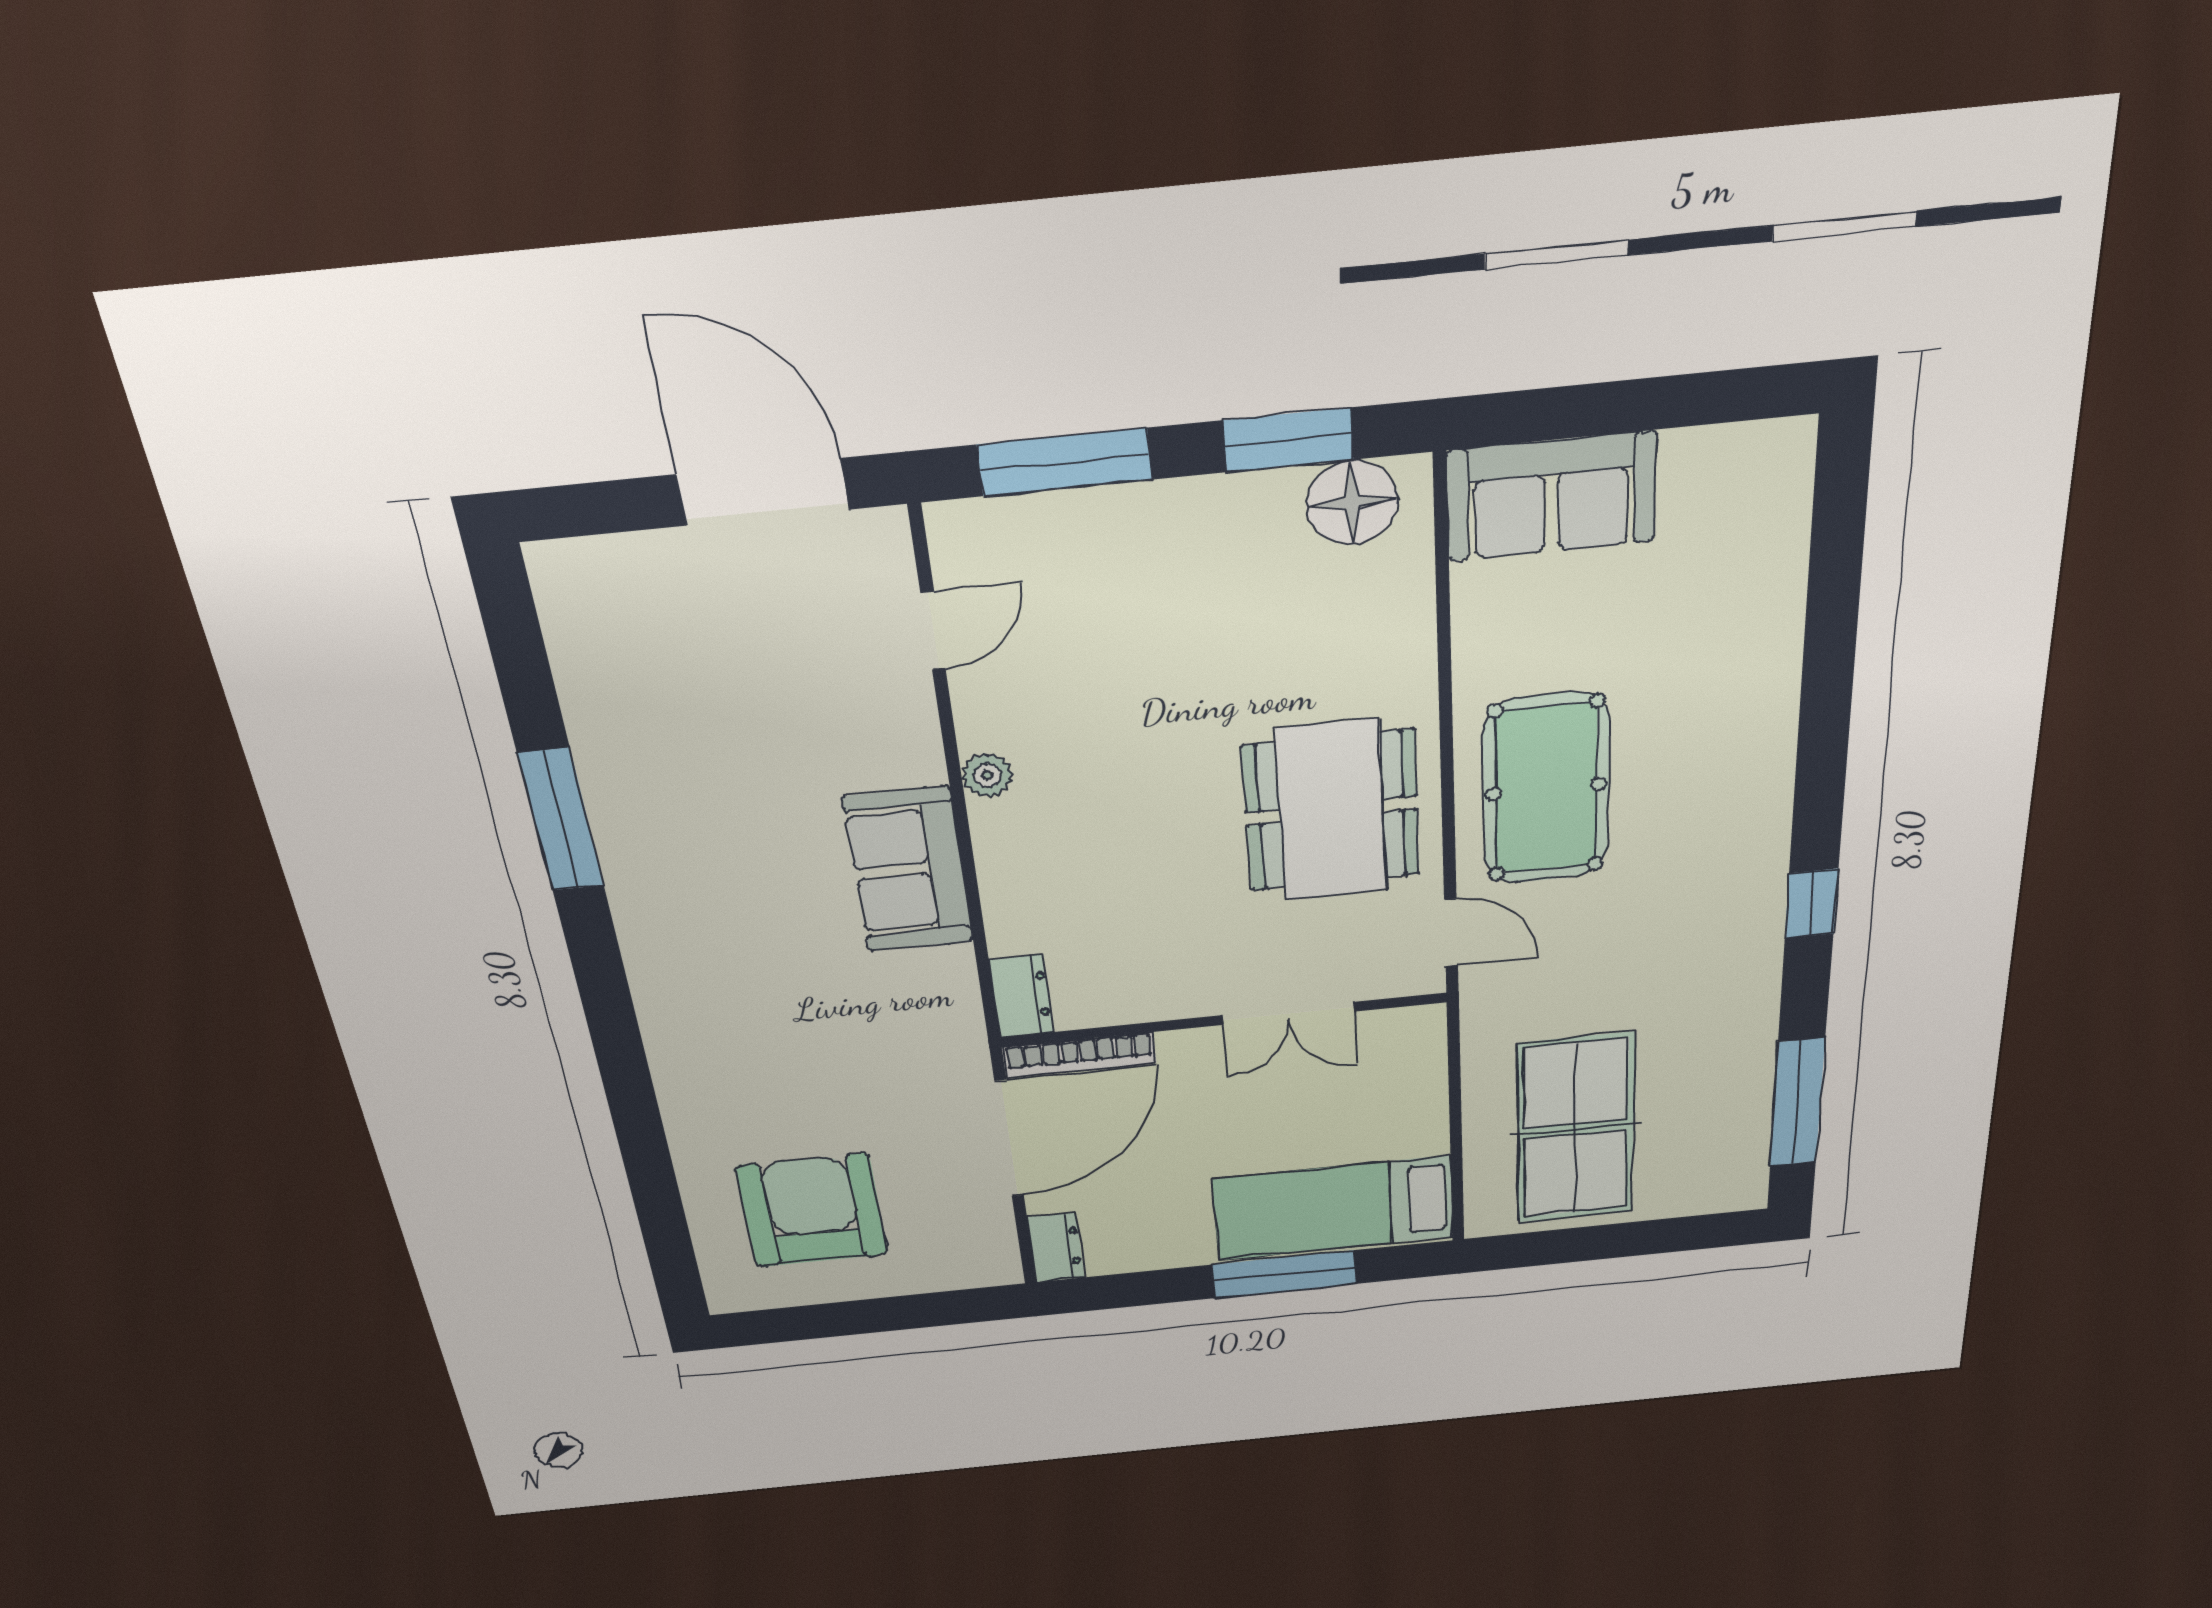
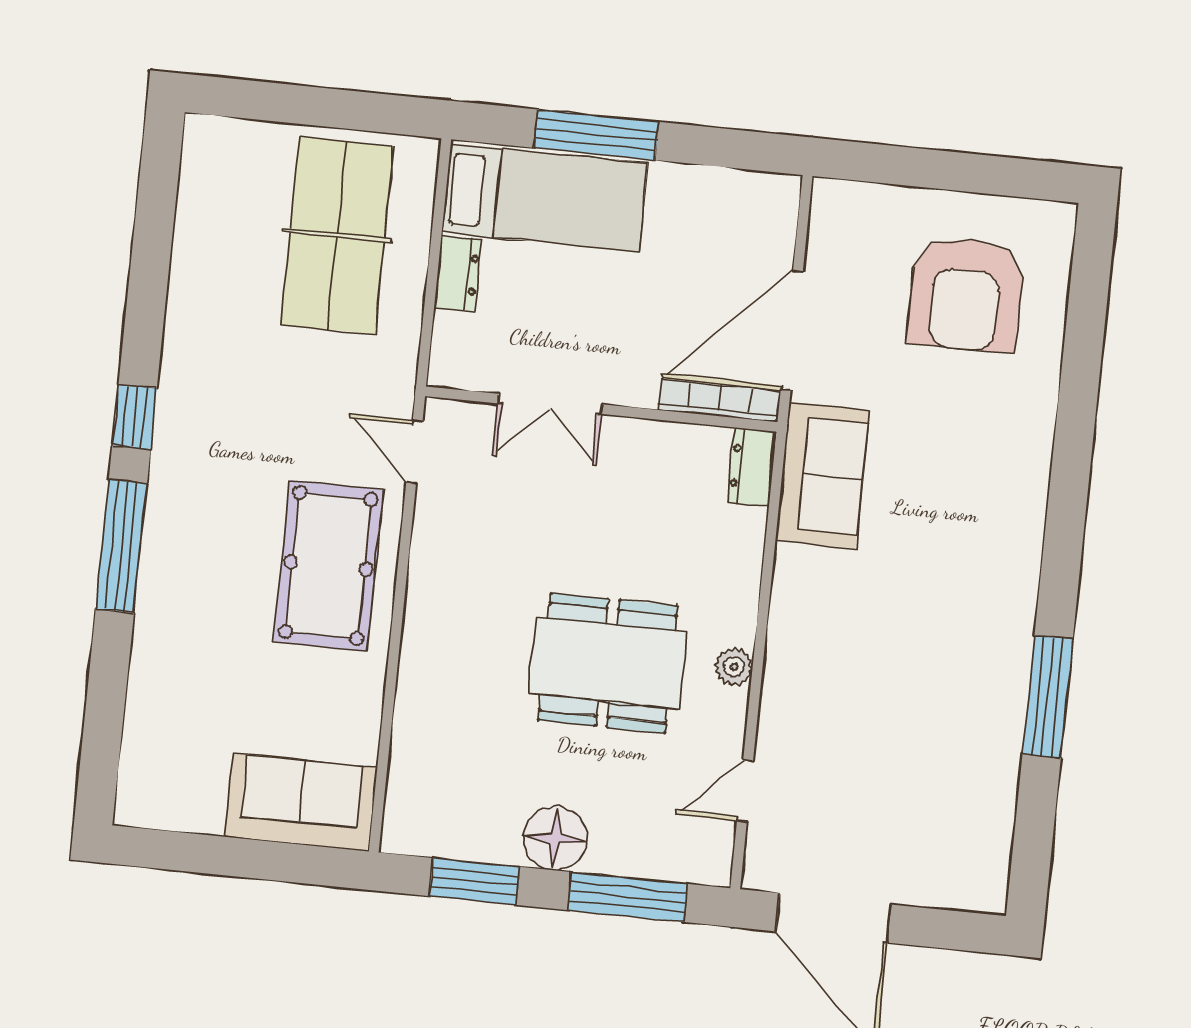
floor lamp: (1352, 503) -> (555, 838), moved
dining table: (1332, 811) -> (608, 663), moved, turned 90
sofa: (908, 870) -> (822, 475), moved
double door: (1288, 1013) -> (550, 404), swing flipped
window: (1797, 1103) -> (121, 546), moved
dresser: (1056, 1247) -> (458, 274), moved, turned 180

